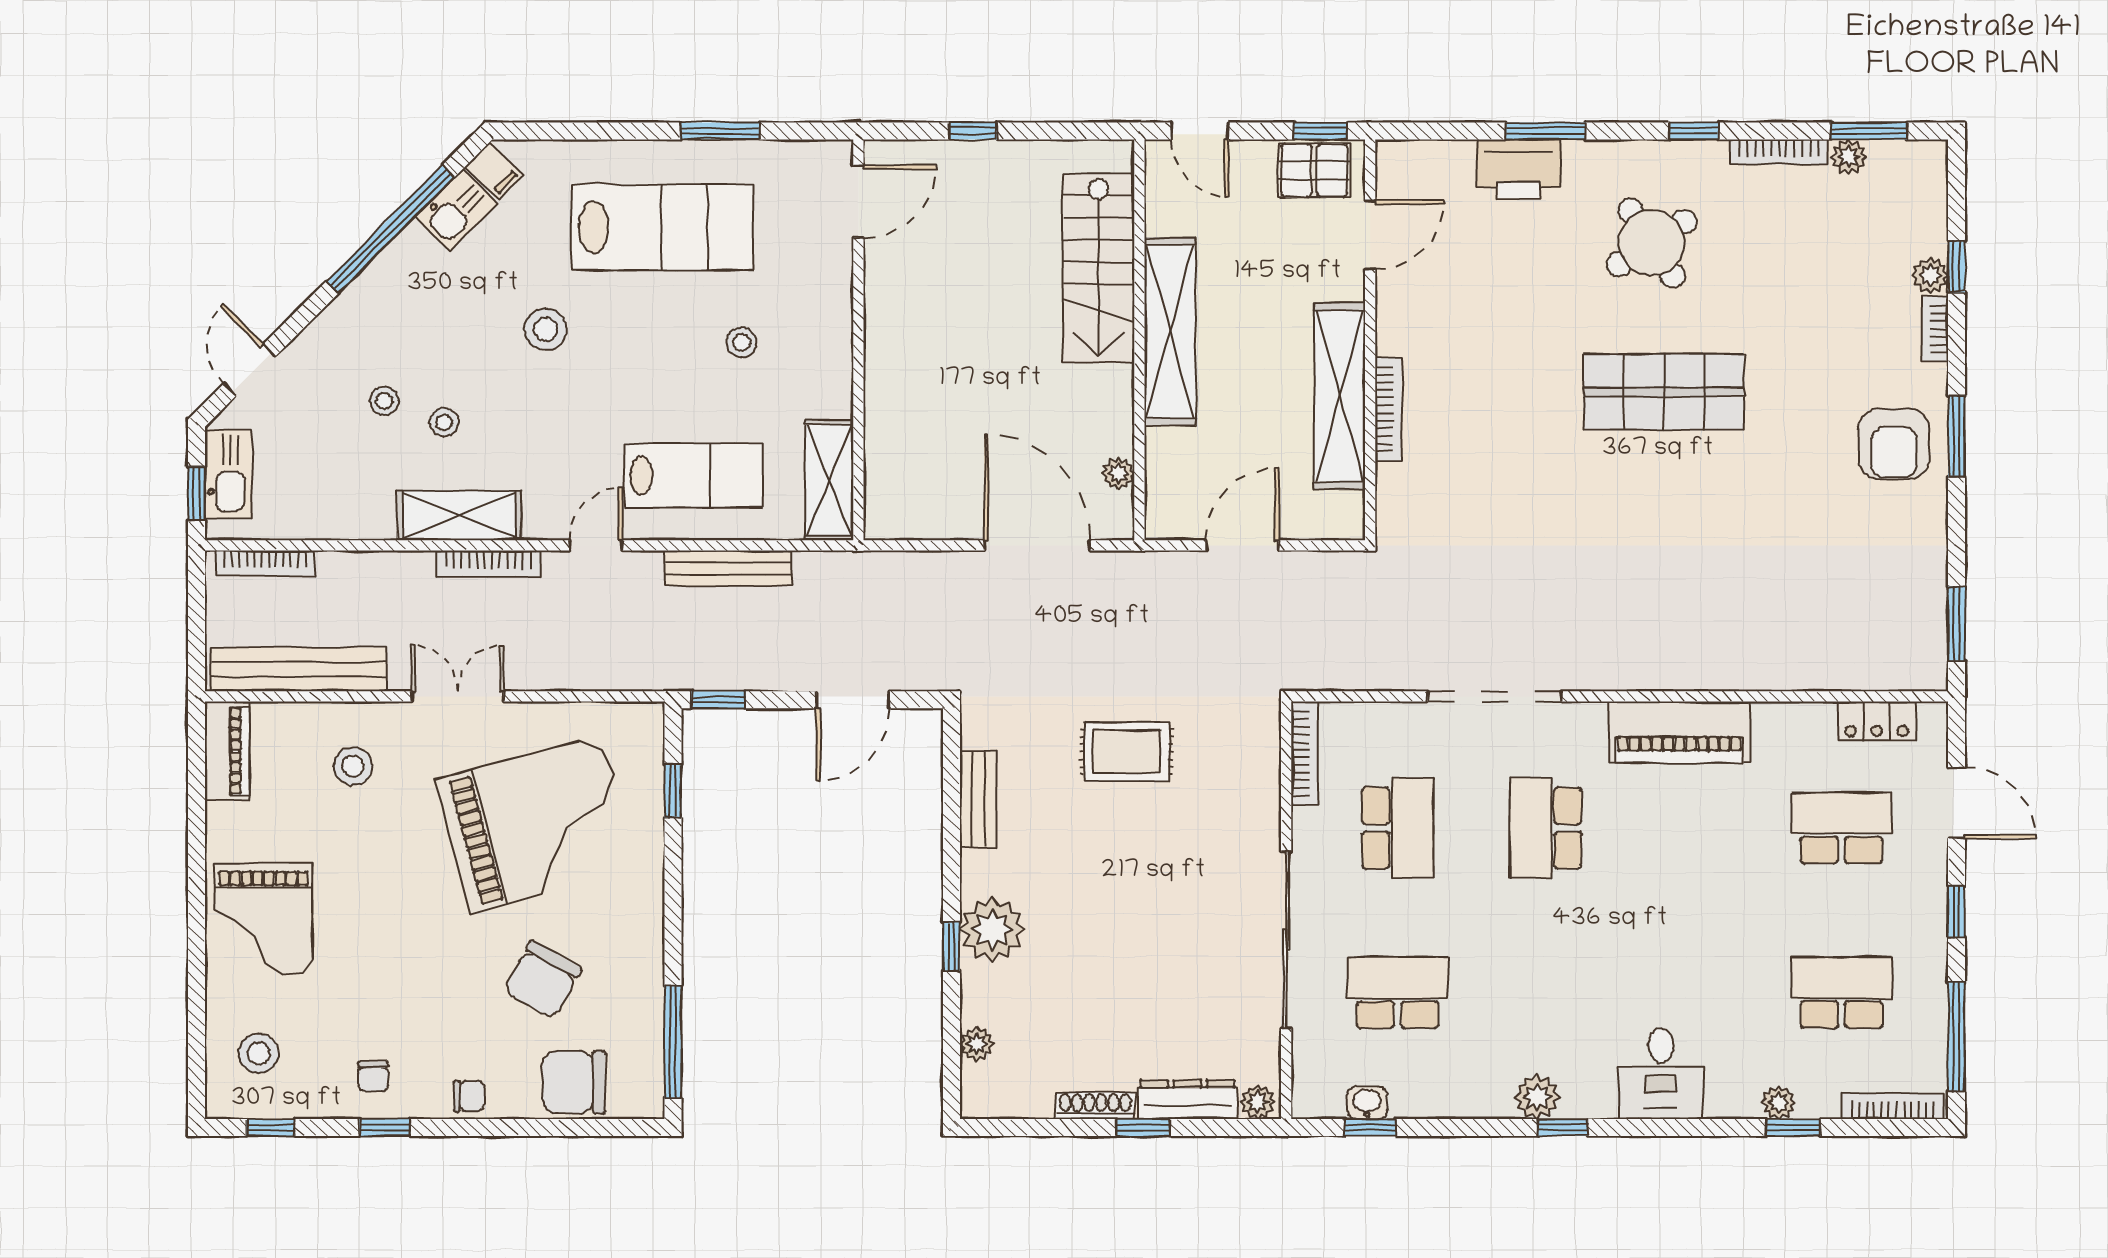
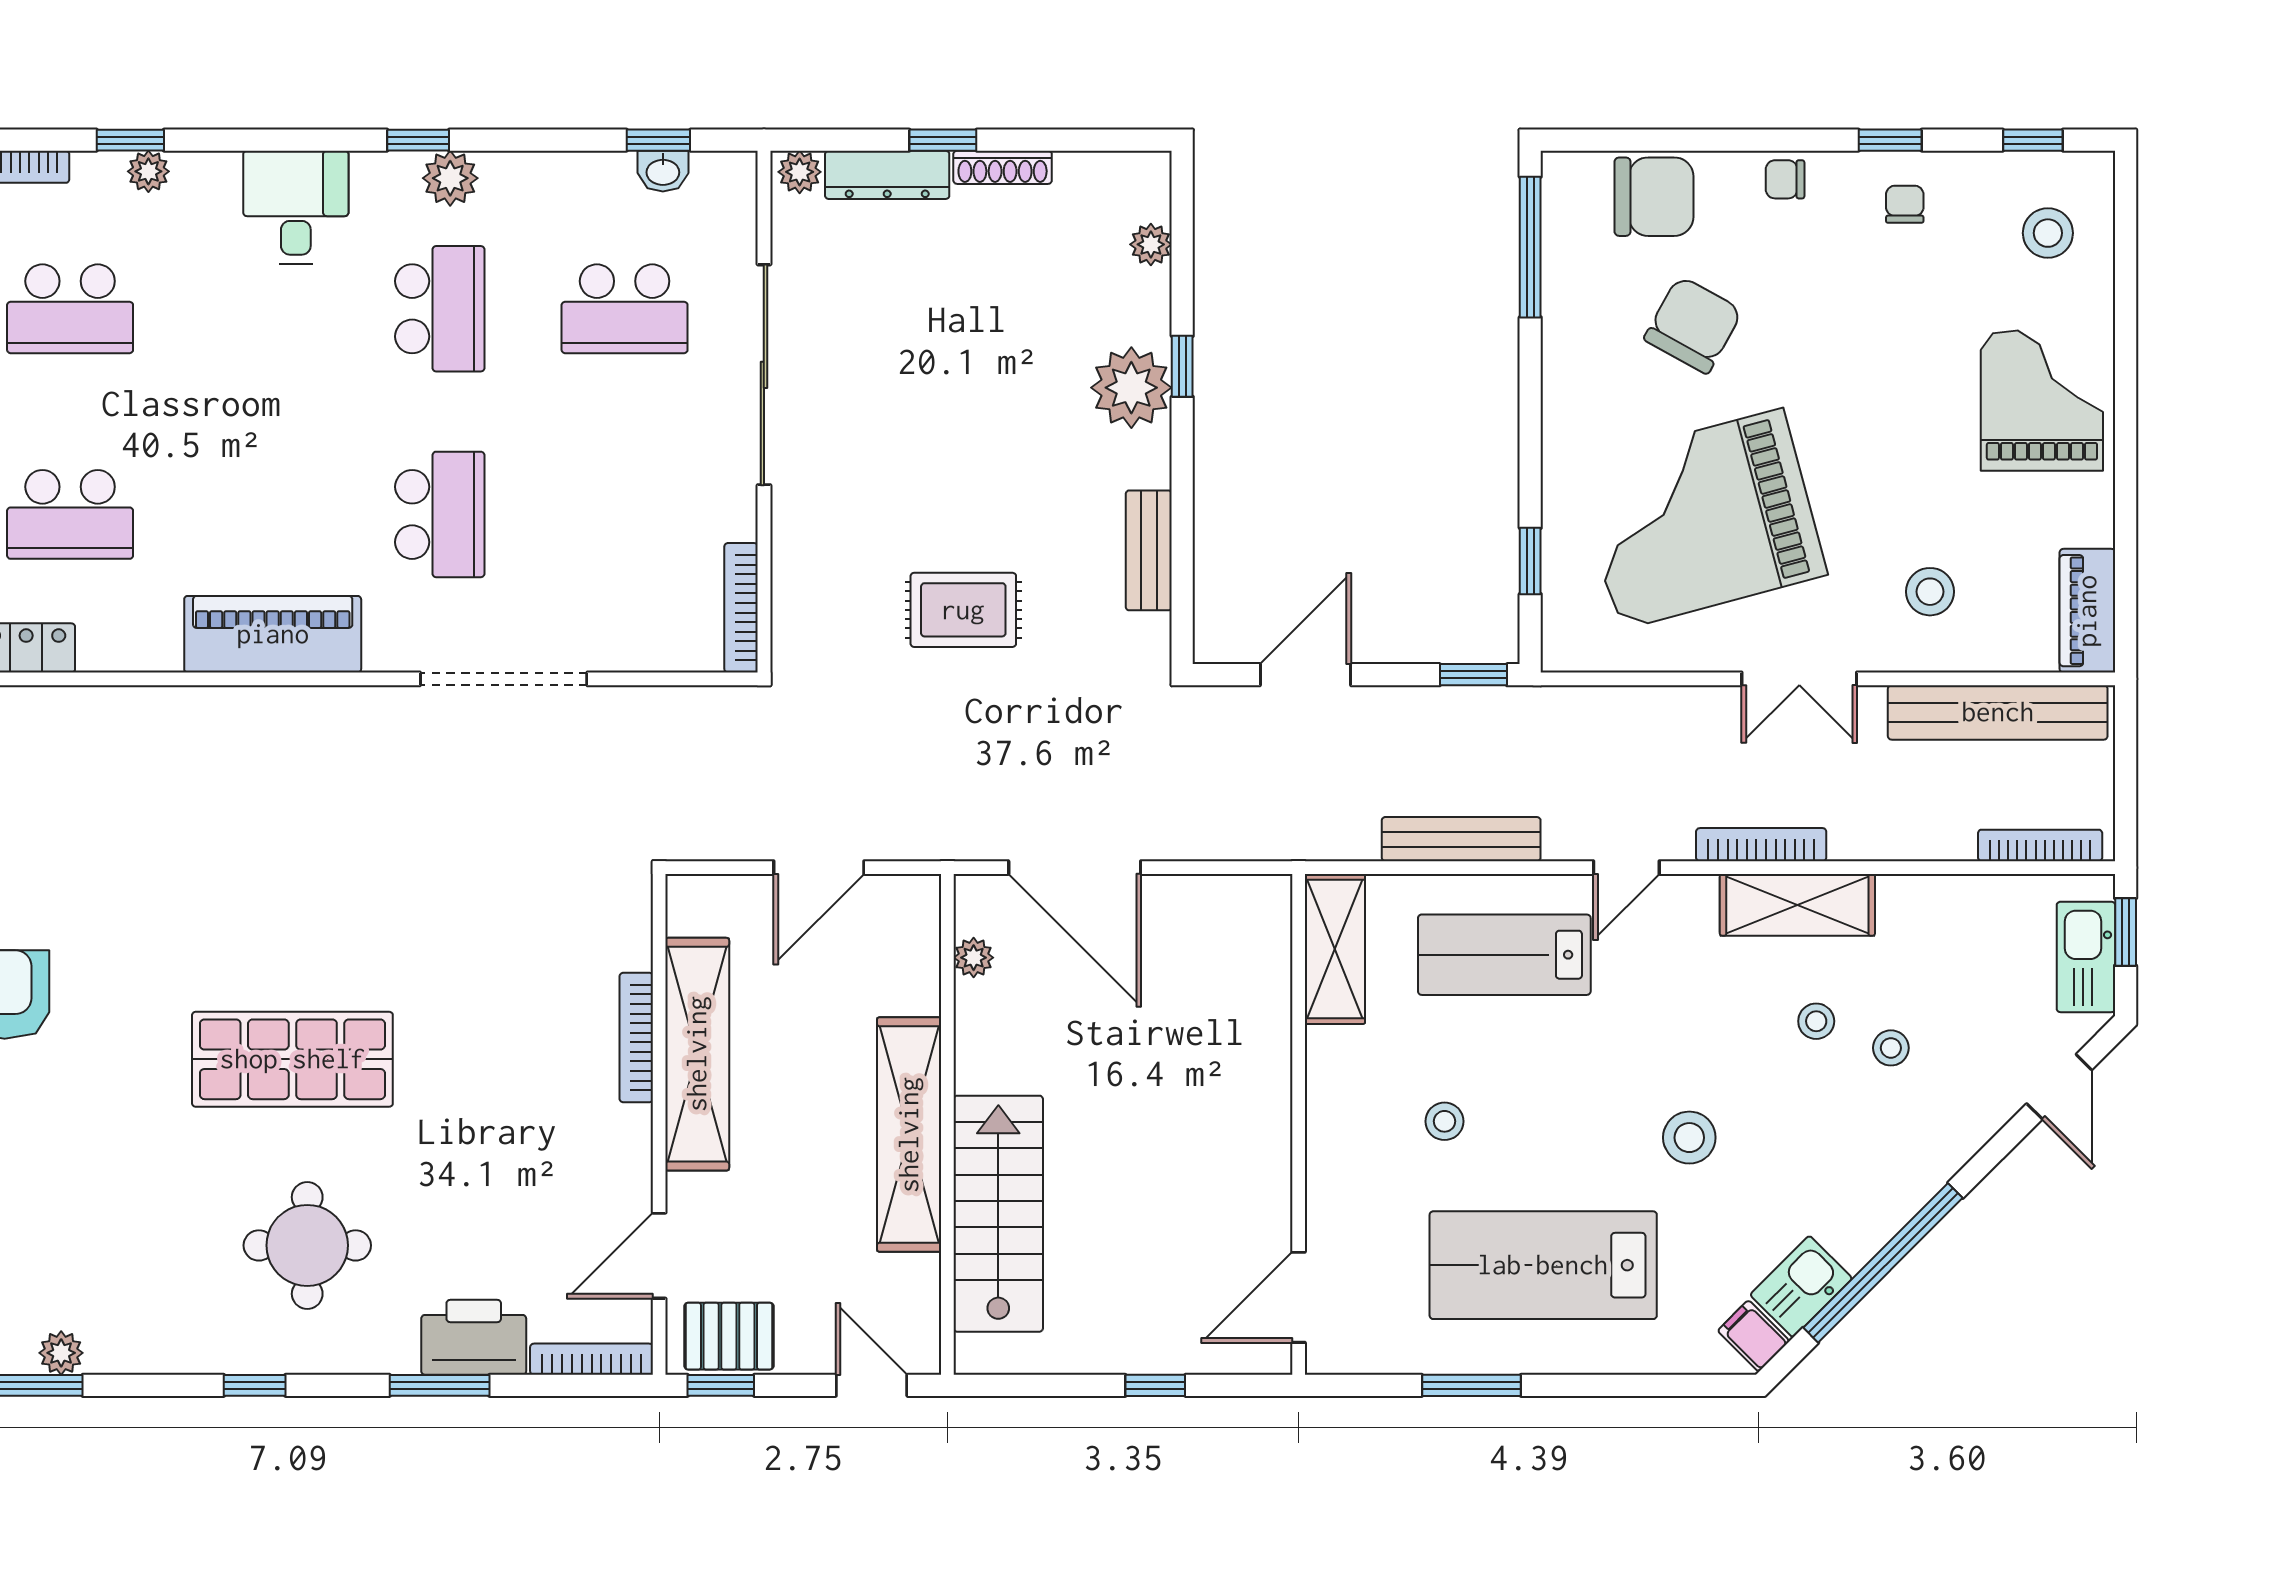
bookcase: (1779, 152) -> (592, 1359), moved
round table: (1652, 243) -> (307, 1245), turned 33
school desk: (1398, 828) -> (440, 309), moved, turned 180

